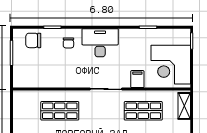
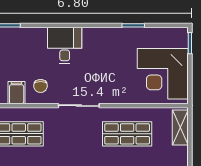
chair: (68, 43) -> (41, 86), moved
desk: (100, 43) -> (65, 45), width x0.73
filing cabinet: (137, 79) -> (17, 93), moved

